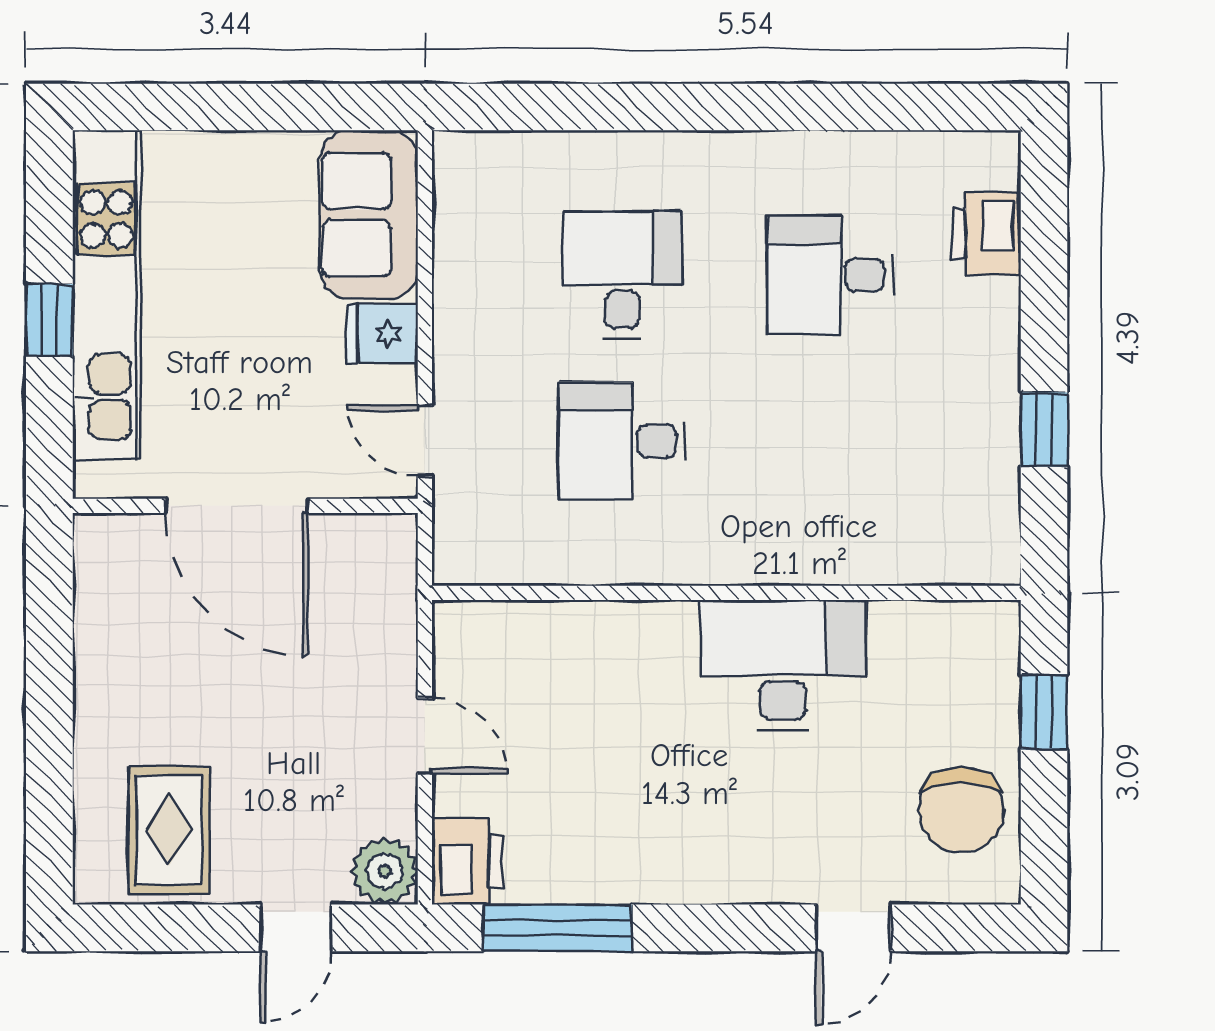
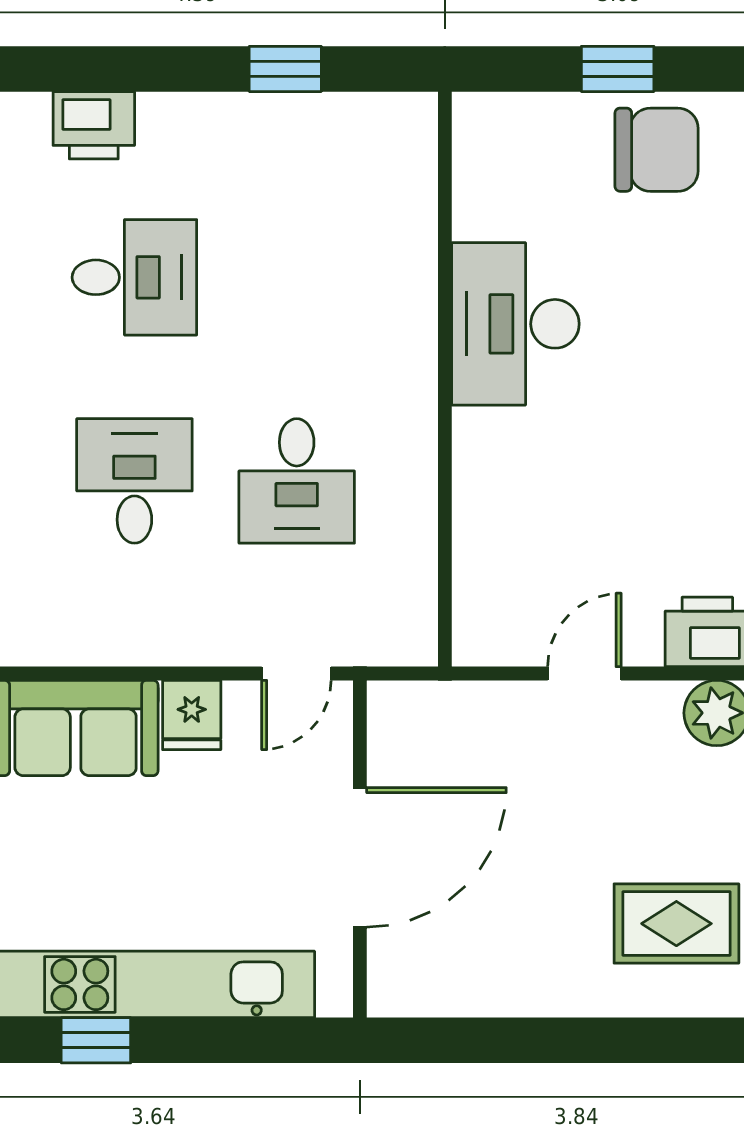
desk: (622, 275) -> (134, 481), turned 90
desk: (831, 275) -> (134, 277), turned -90
window: (49, 320) -> (96, 1040), moved
window: (1044, 712) -> (618, 69), moved

